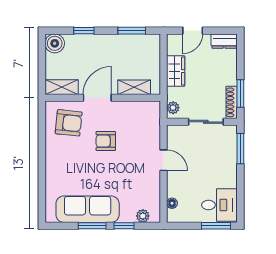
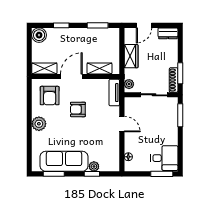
tv unit: (154, 119) -> (114, 93), added
armchair: (69, 123) -> (50, 96), turned 84
plant: (55, 160) -> (39, 124), added
plant: (143, 216) -> (94, 166), moved
window: (92, 226) -> (54, 174), moved

